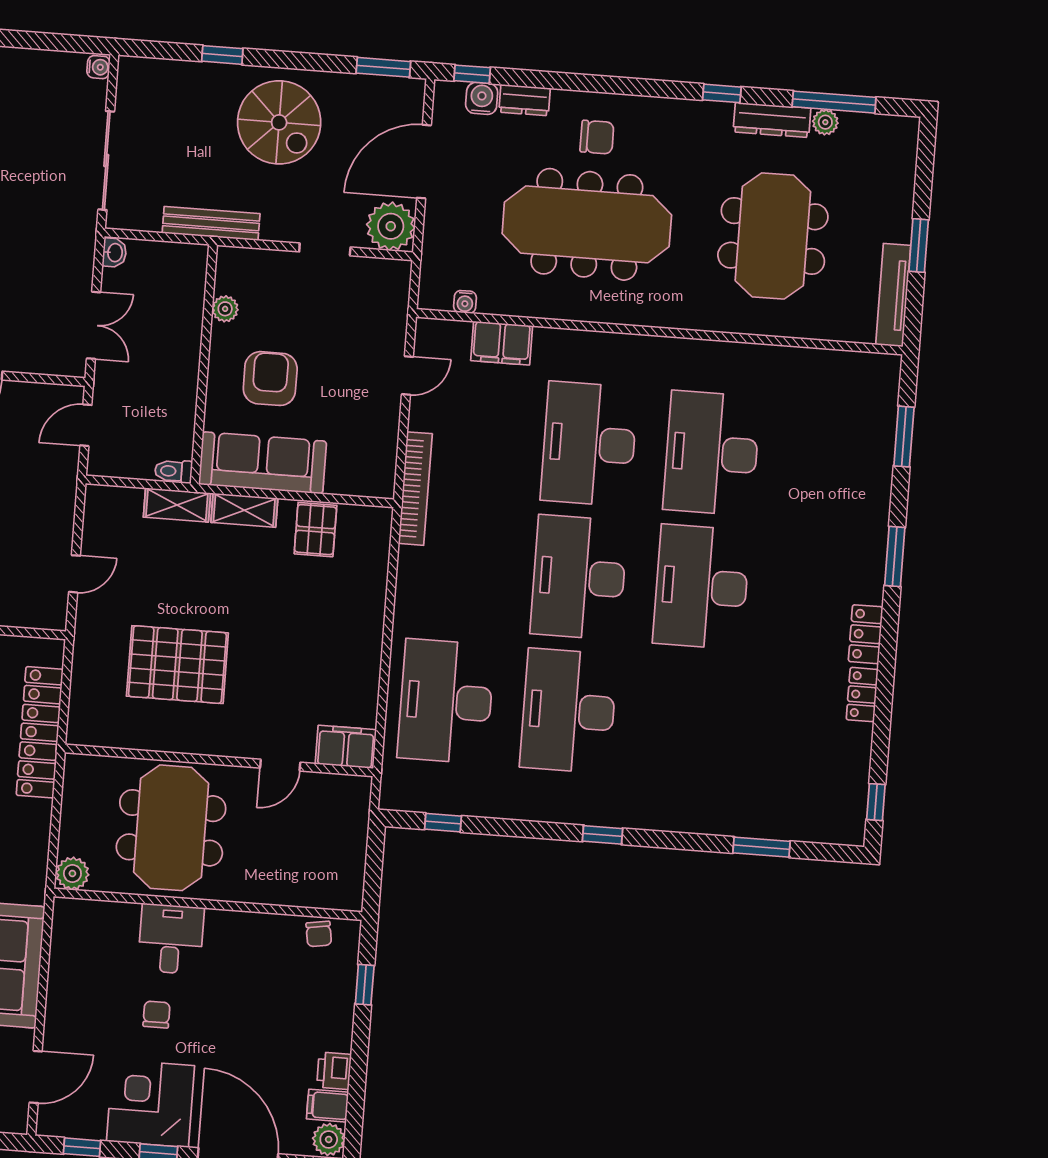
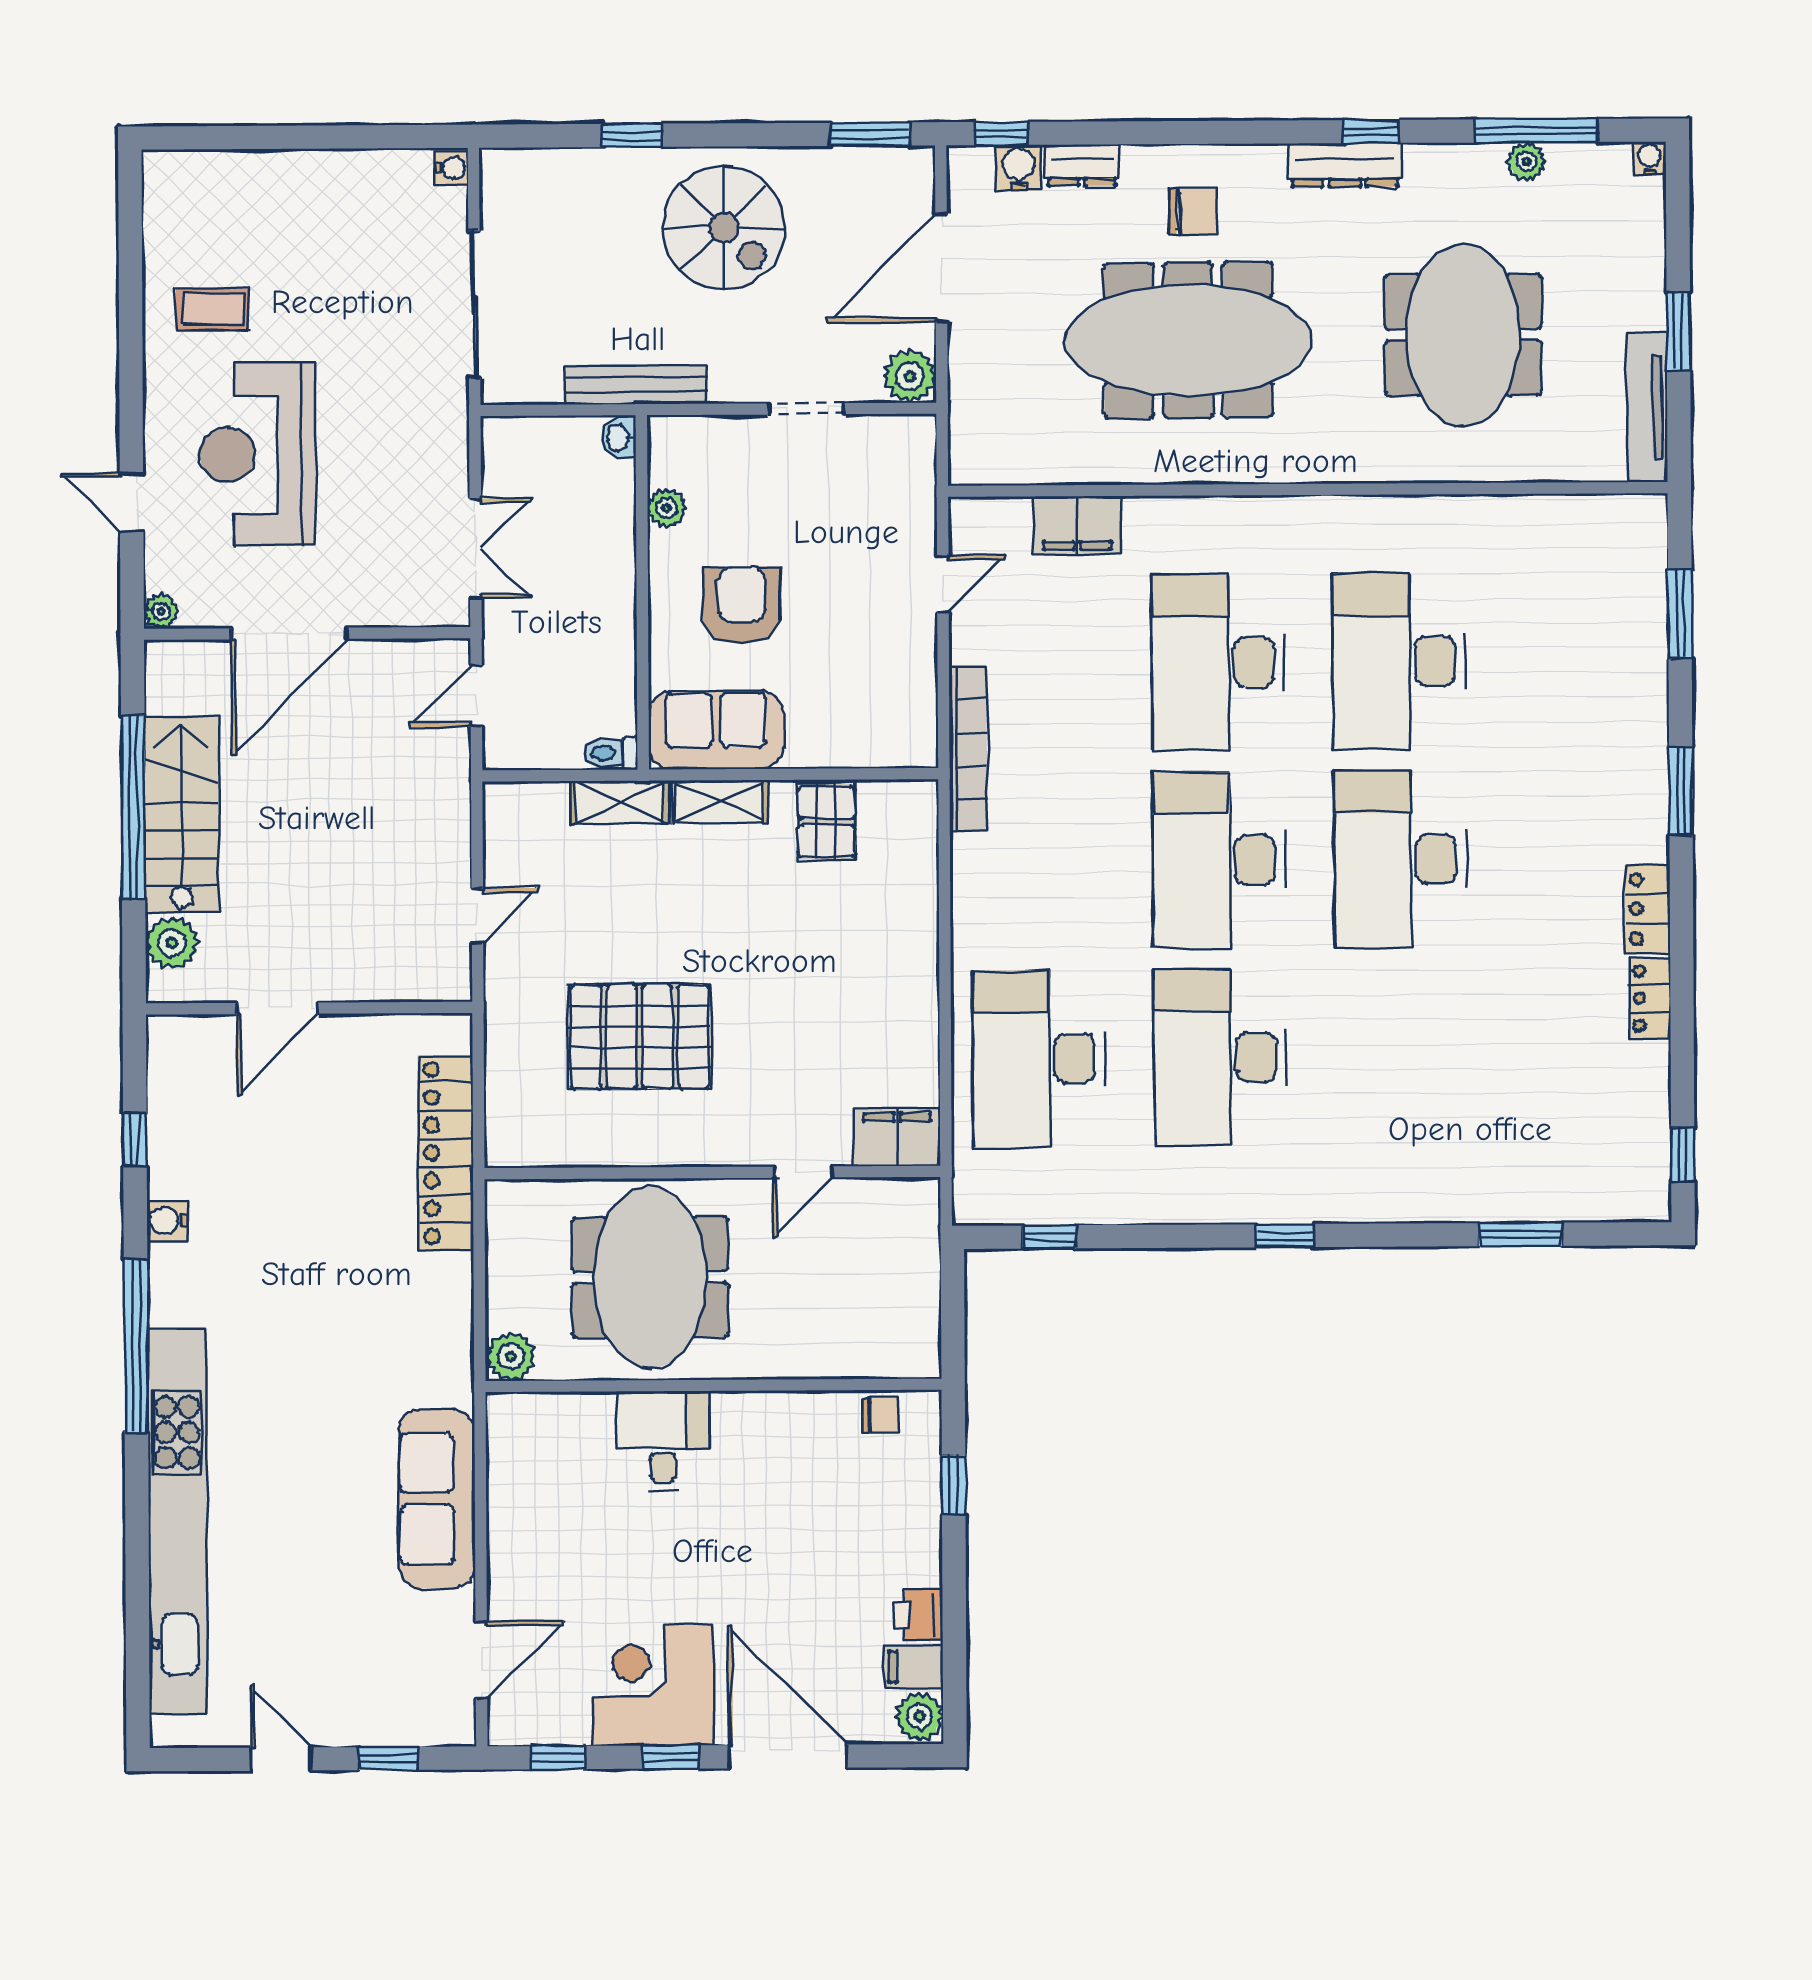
dresser: (772, 120) -> (1345, 165), moved
plant: (391, 226) -> (910, 376), width x0.73, depth x0.73
washbasin: (114, 253) -> (619, 438), moved, turned 180
water cooler: (465, 302) -> (1650, 158), moved, turned 180
sofa: (262, 463) -> (716, 730), width x0.73
chair: (319, 934) -> (880, 1416), turned -81
chair: (156, 1015) -> (651, 1554), removed

